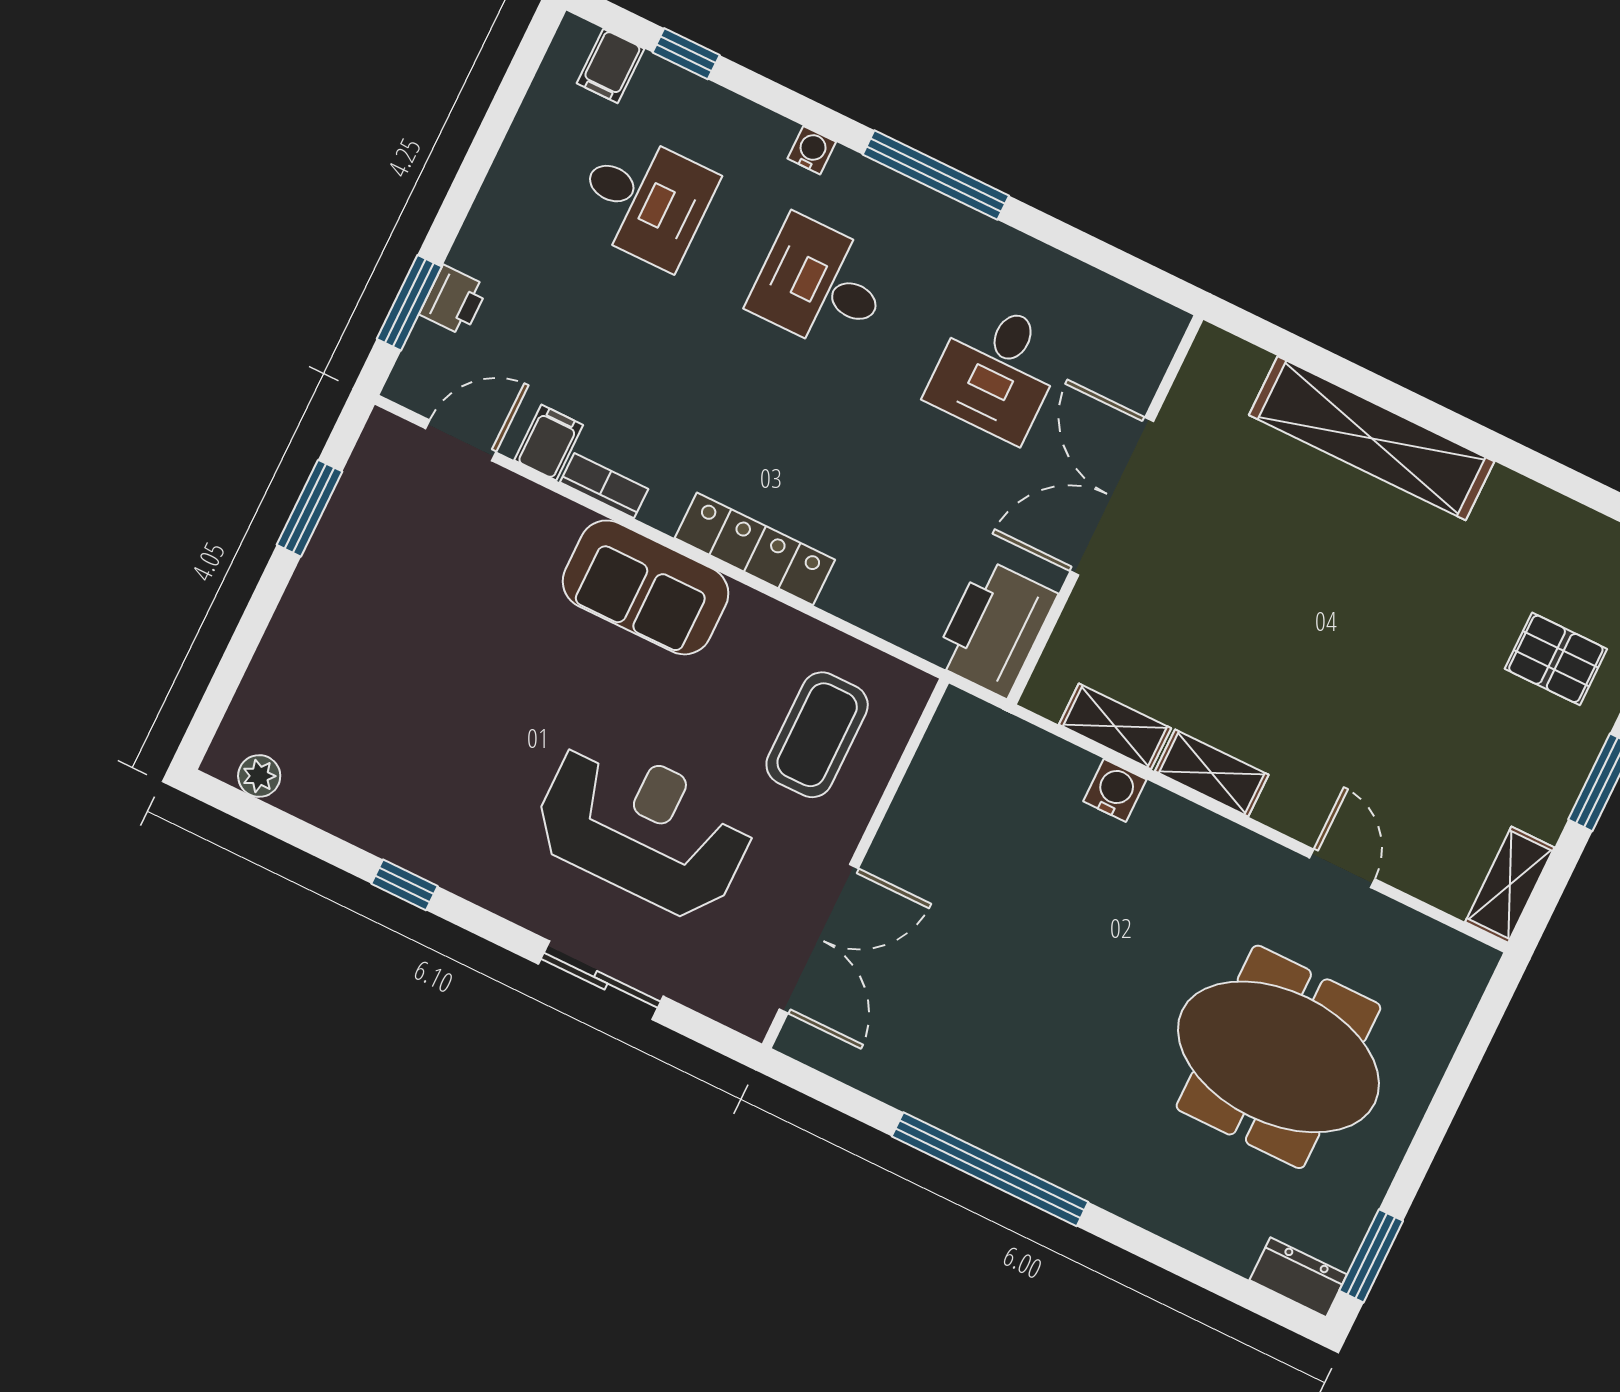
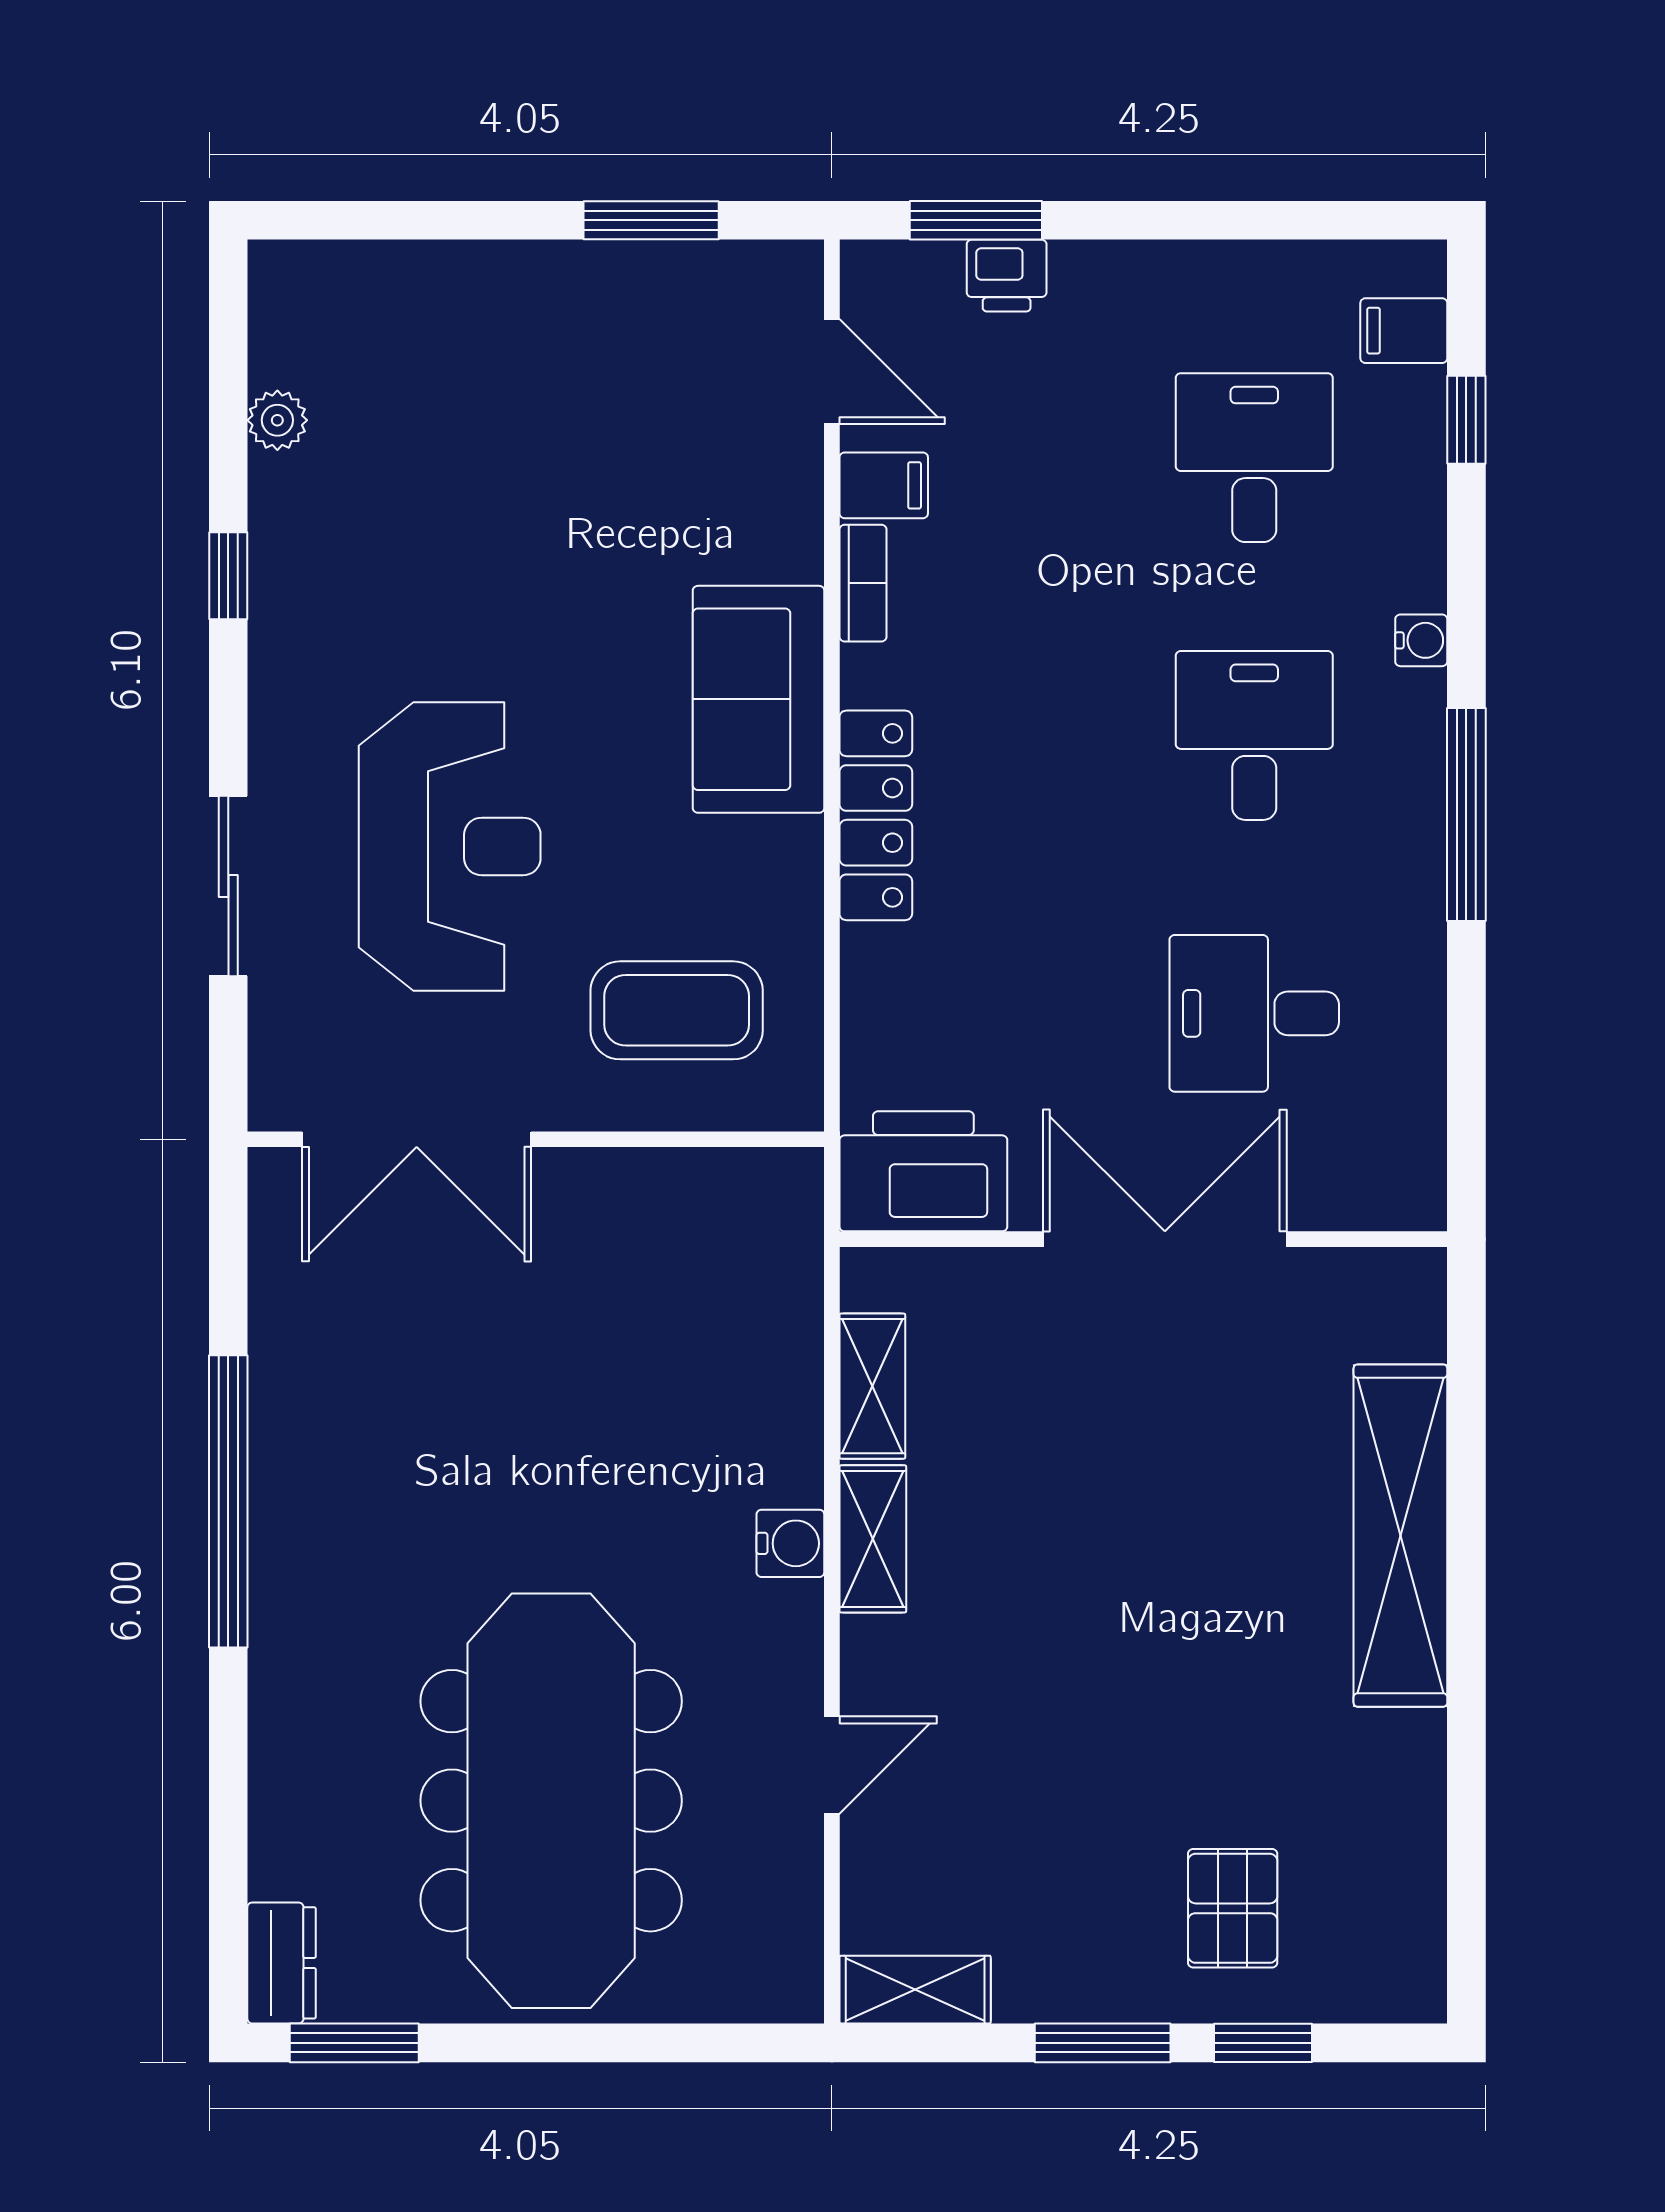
desk: (645, 200) -> (1254, 458), turned 180
plant: (259, 776) -> (277, 420), moved
water cooler: (1115, 790) -> (790, 1543), moved
meeting table: (1278, 1057) -> (551, 1801), width x1.36

